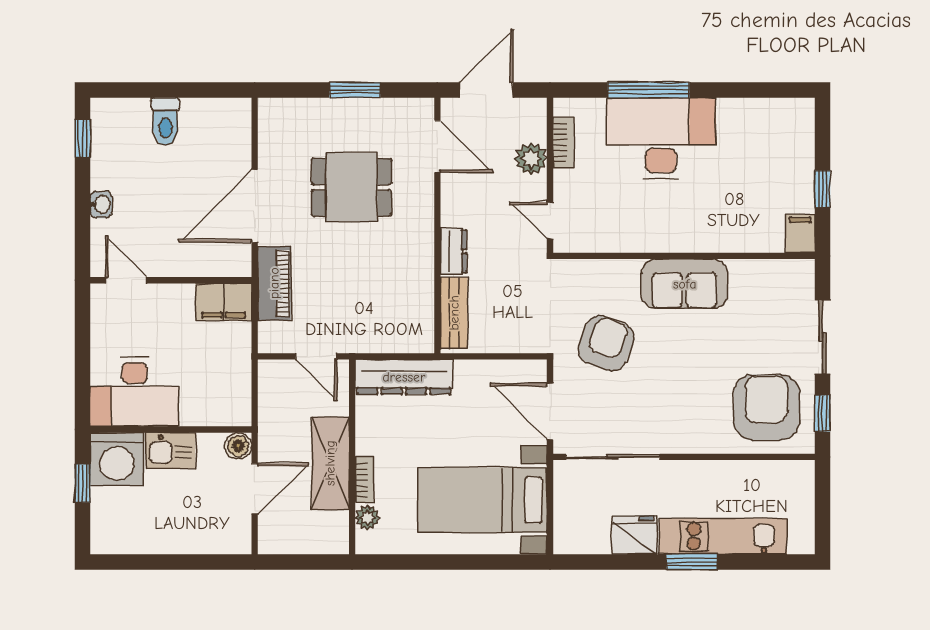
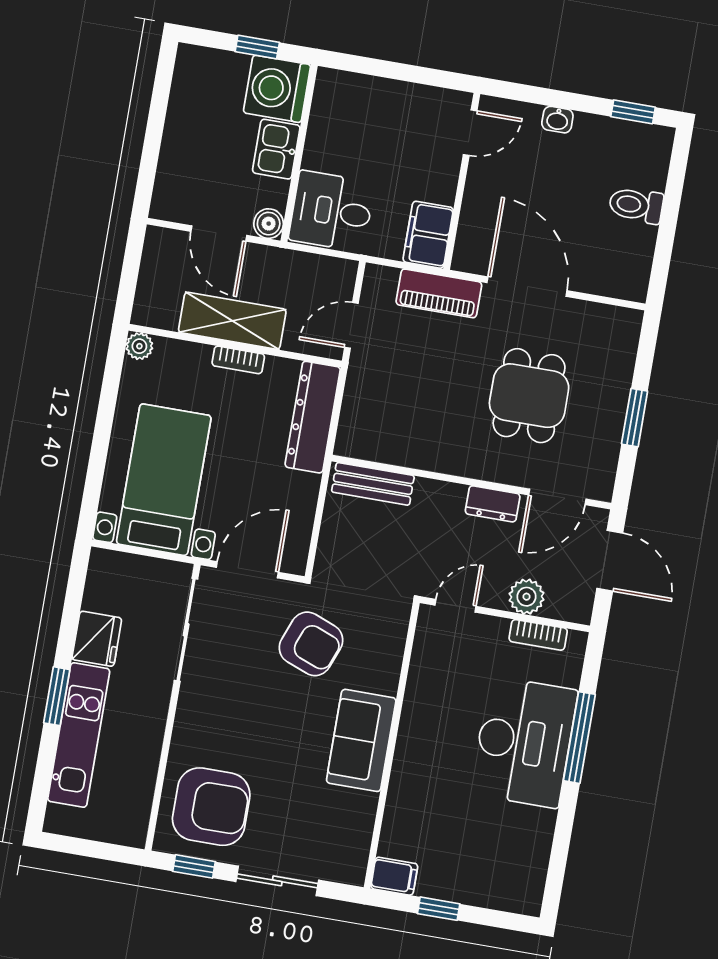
dresser: (453, 251) -> (493, 504), moved
desk: (134, 392) -> (332, 211), moved, width x0.73
bookcase: (364, 480) -> (238, 360), moved
plant: (367, 518) -> (139, 346), moved

